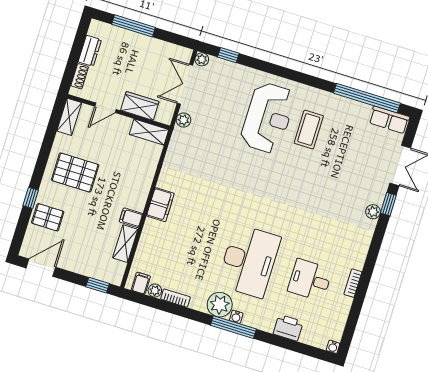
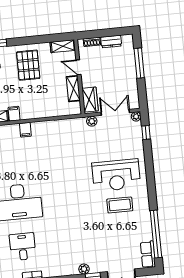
wardrobe: (140, 106) -> (90, 100), moved
shelving: (149, 132) -> (73, 89), moved
filing cabinet: (160, 205) -> (25, 130), width x0.50

